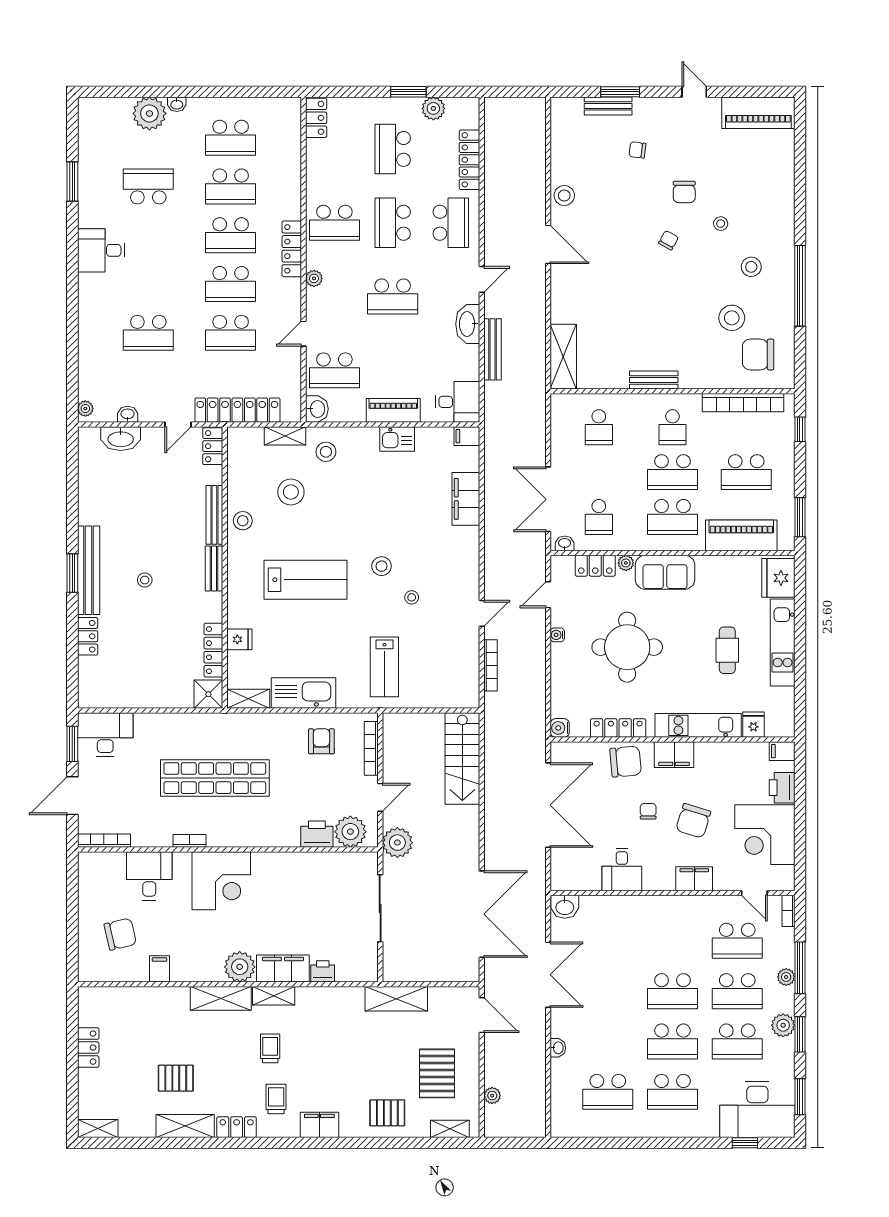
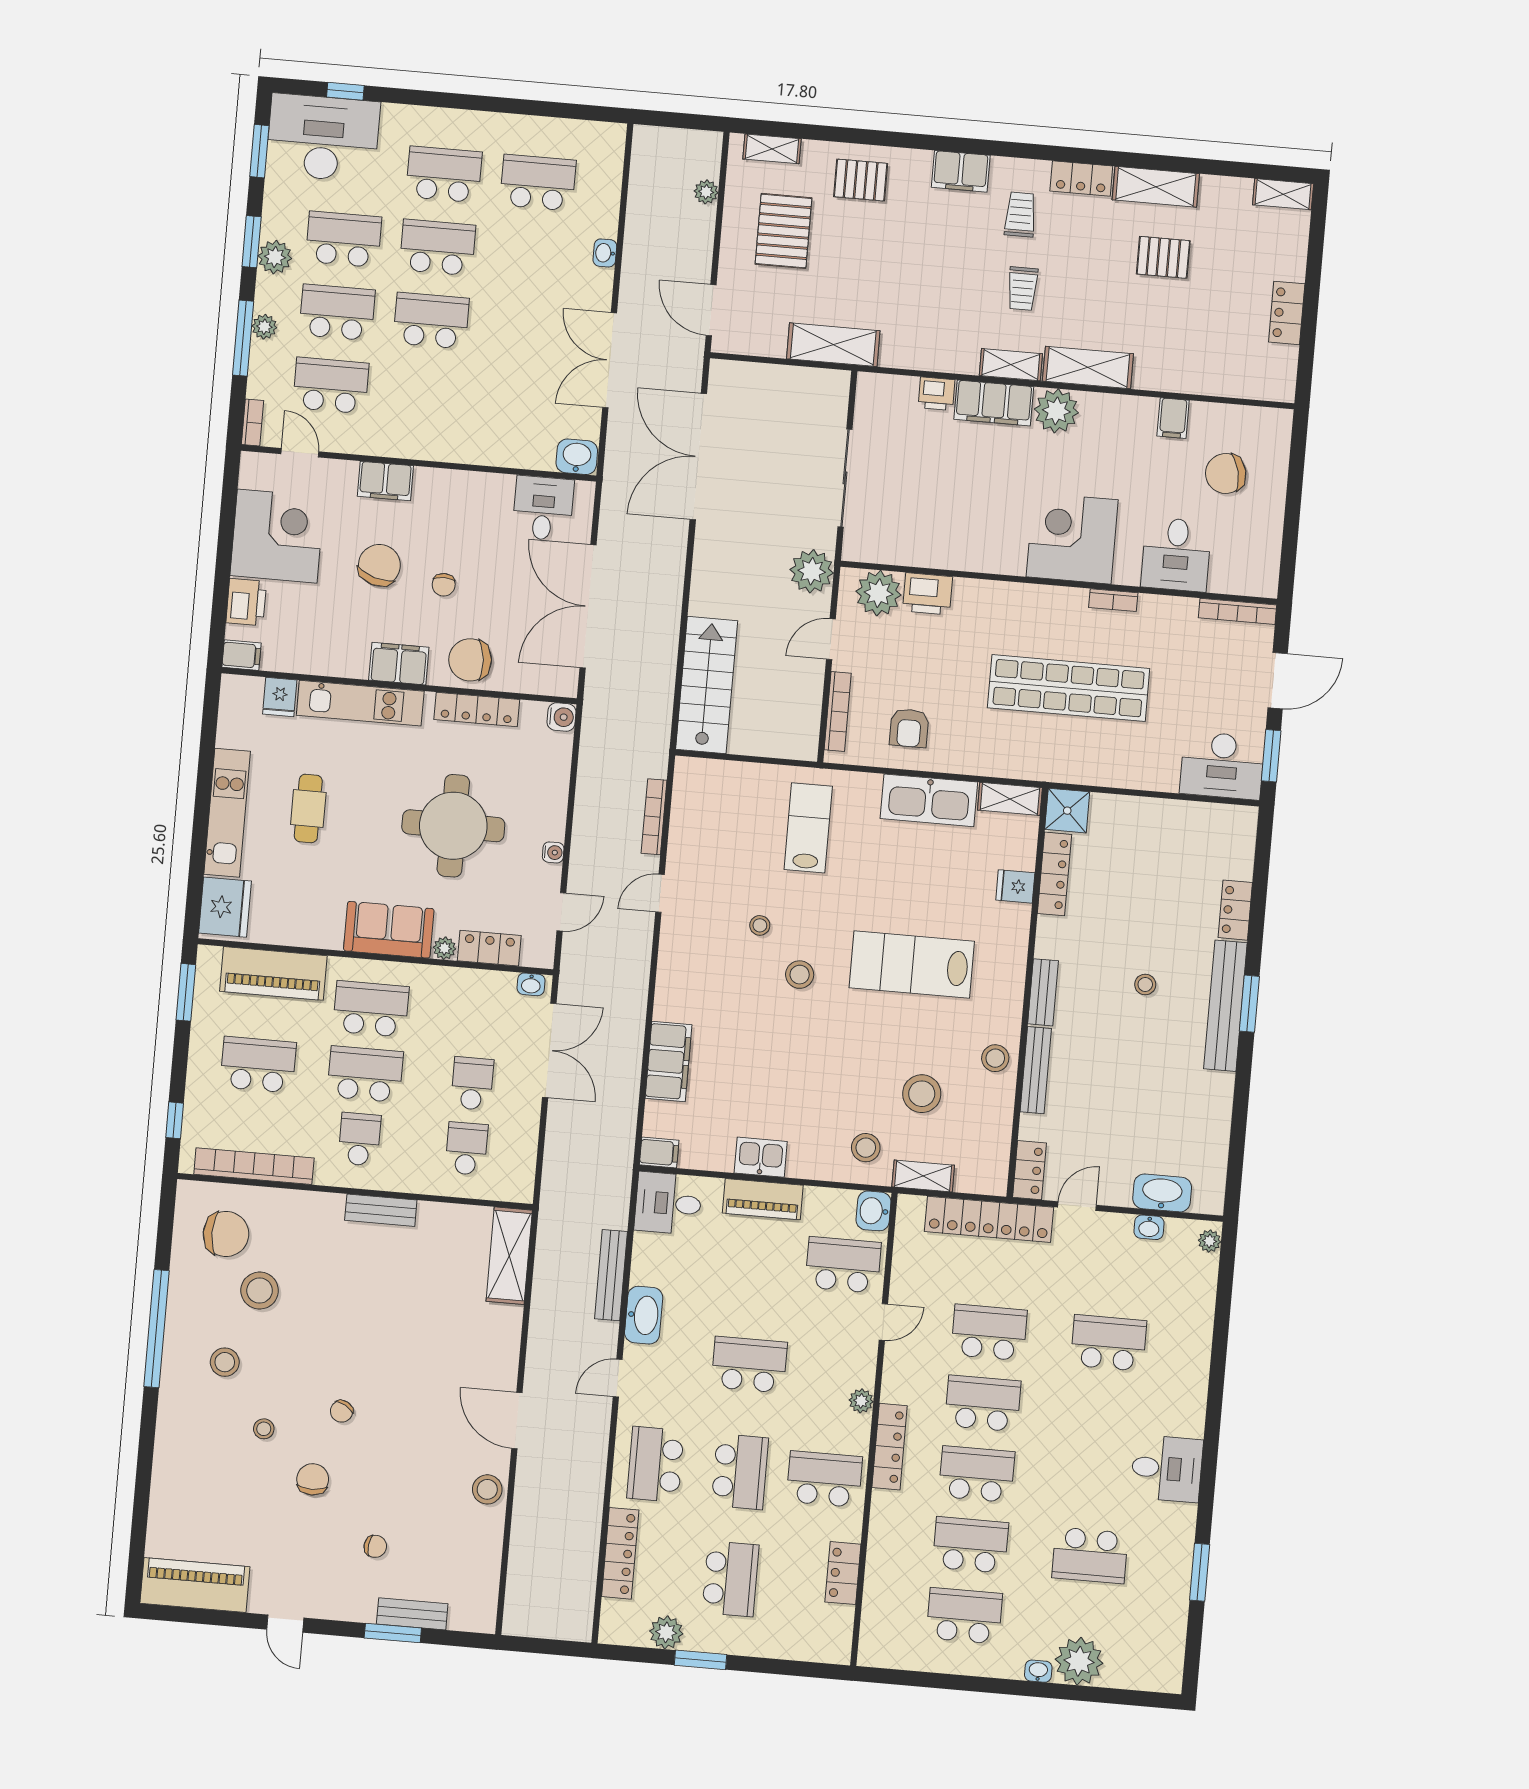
locker: (316, 118) -> (843, 1573), moved
school desk: (599, 517) -> (472, 1083), moved
desk: (622, 870) -> (543, 508), moved
trolley: (276, 1099) -> (1020, 214), turned 180

